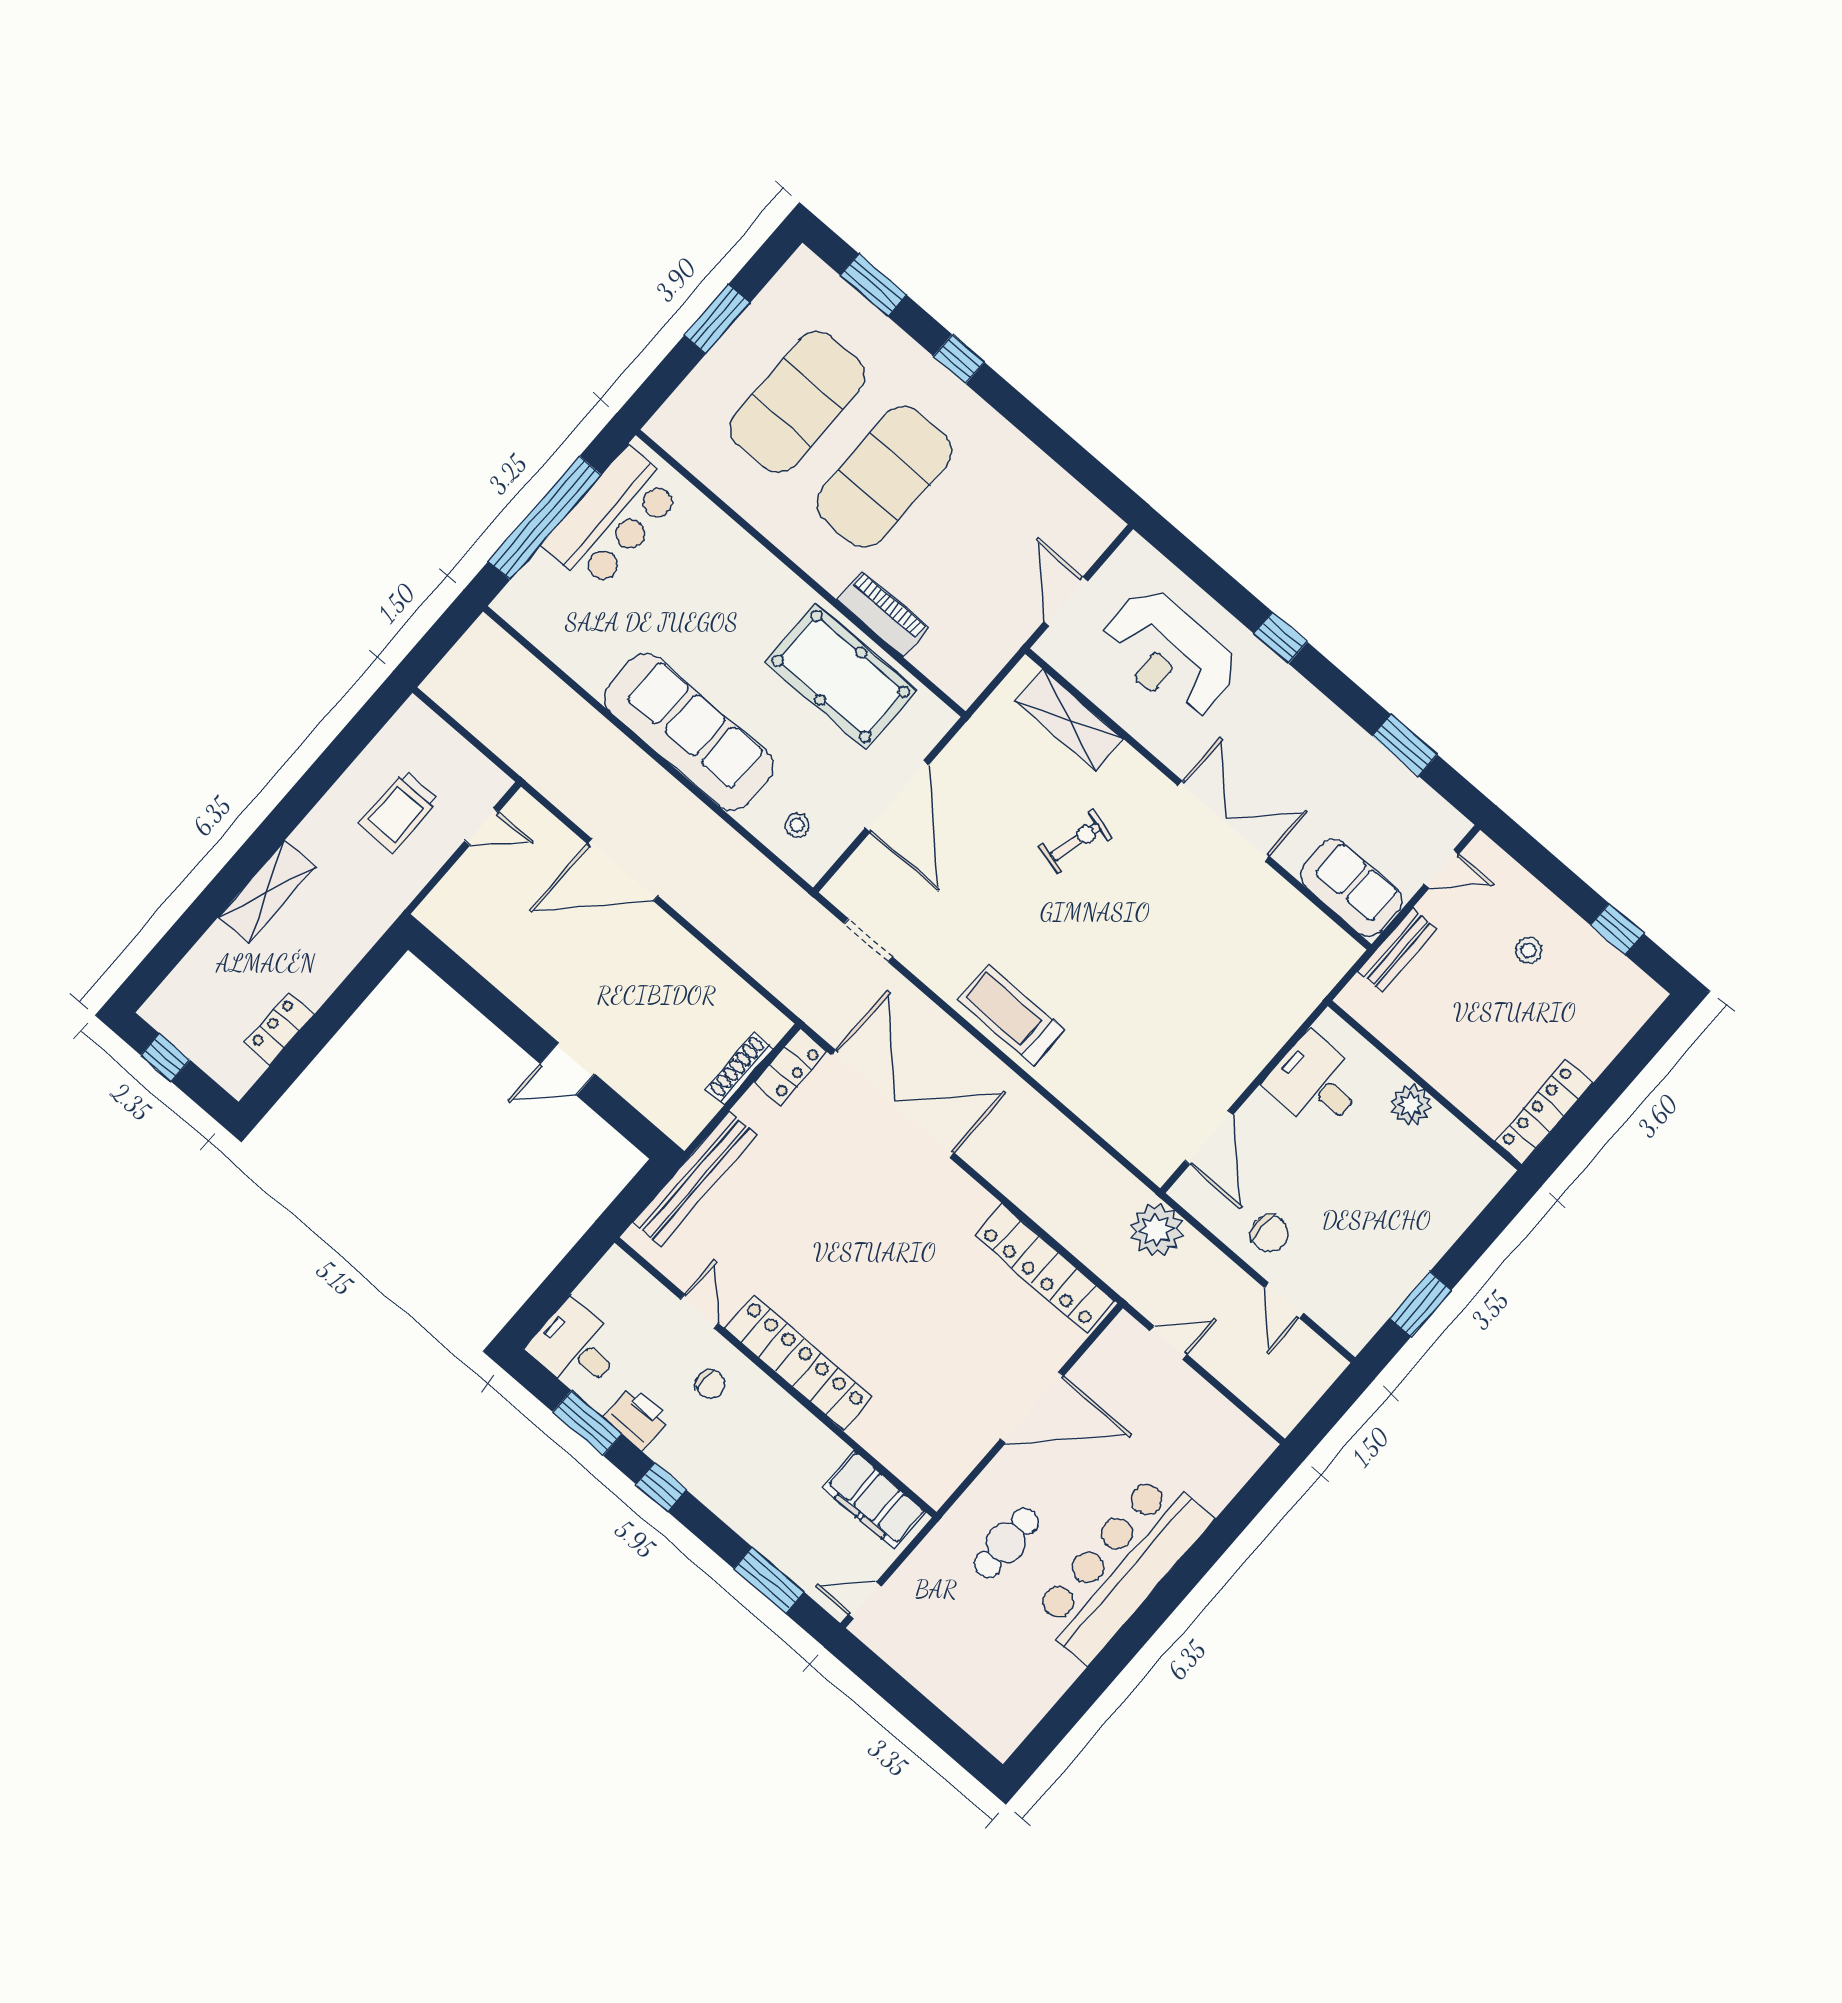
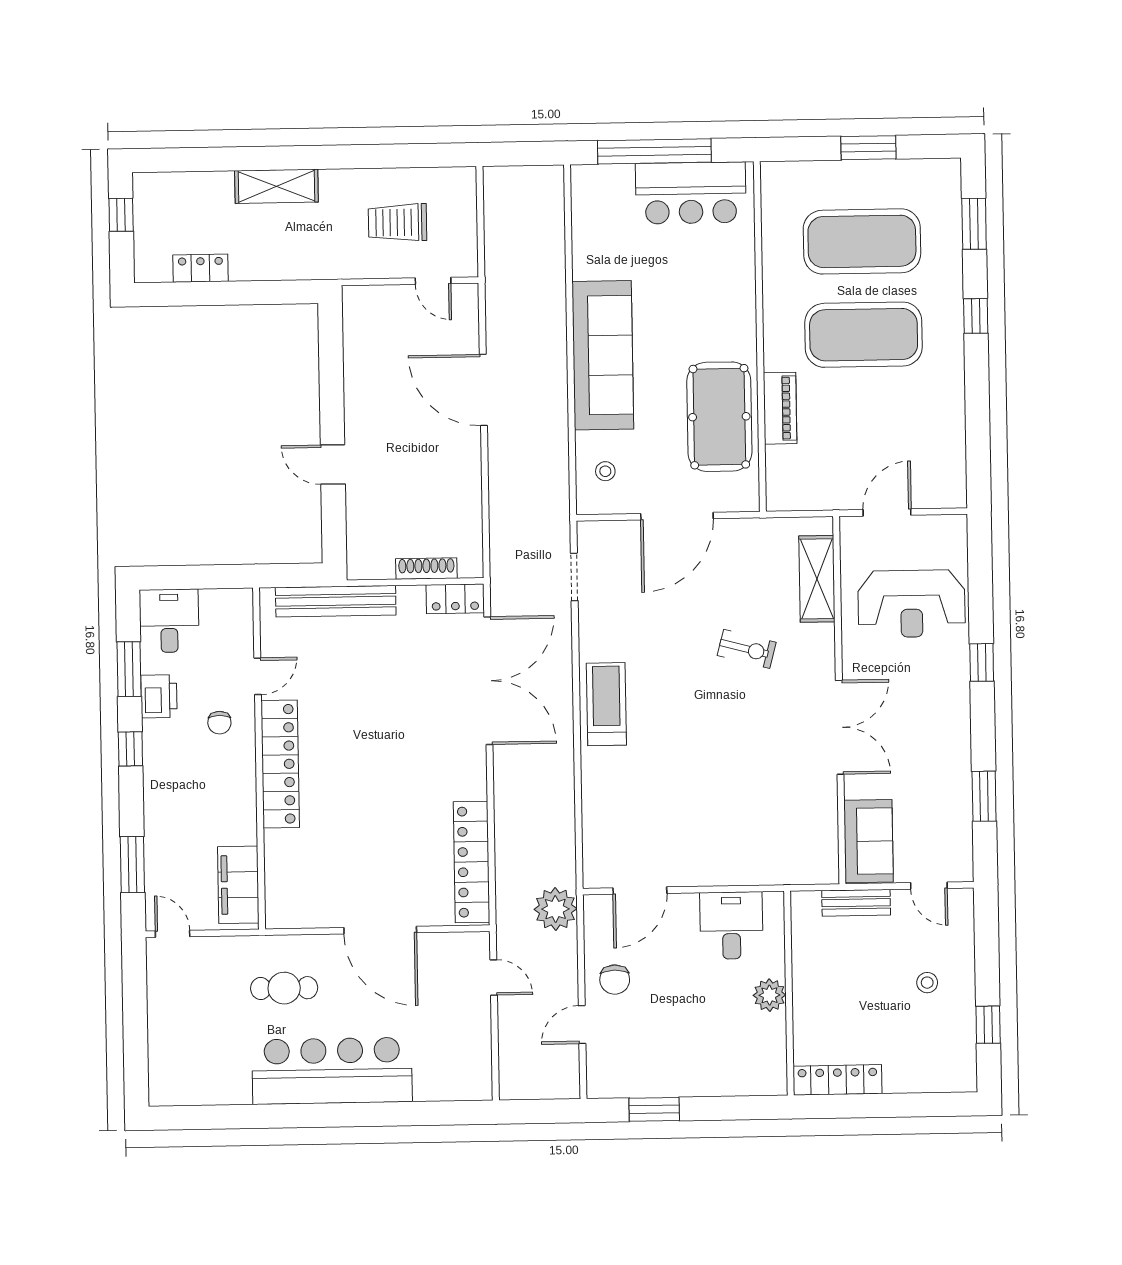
reception desk: (1169, 654) -> (912, 604), turned -90

